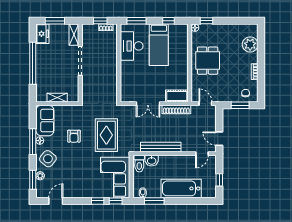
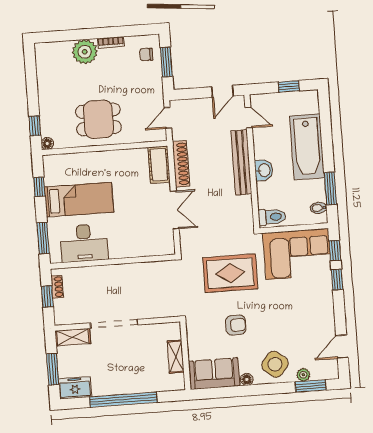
plant: (250, 44) -> (85, 52), moved
window: (33, 142) -> (249, 390), removed
bench: (161, 147) -> (241, 162), moved
washbasin: (152, 161) -> (264, 170), moved
door: (56, 201) -> (342, 347), hinge flipped

